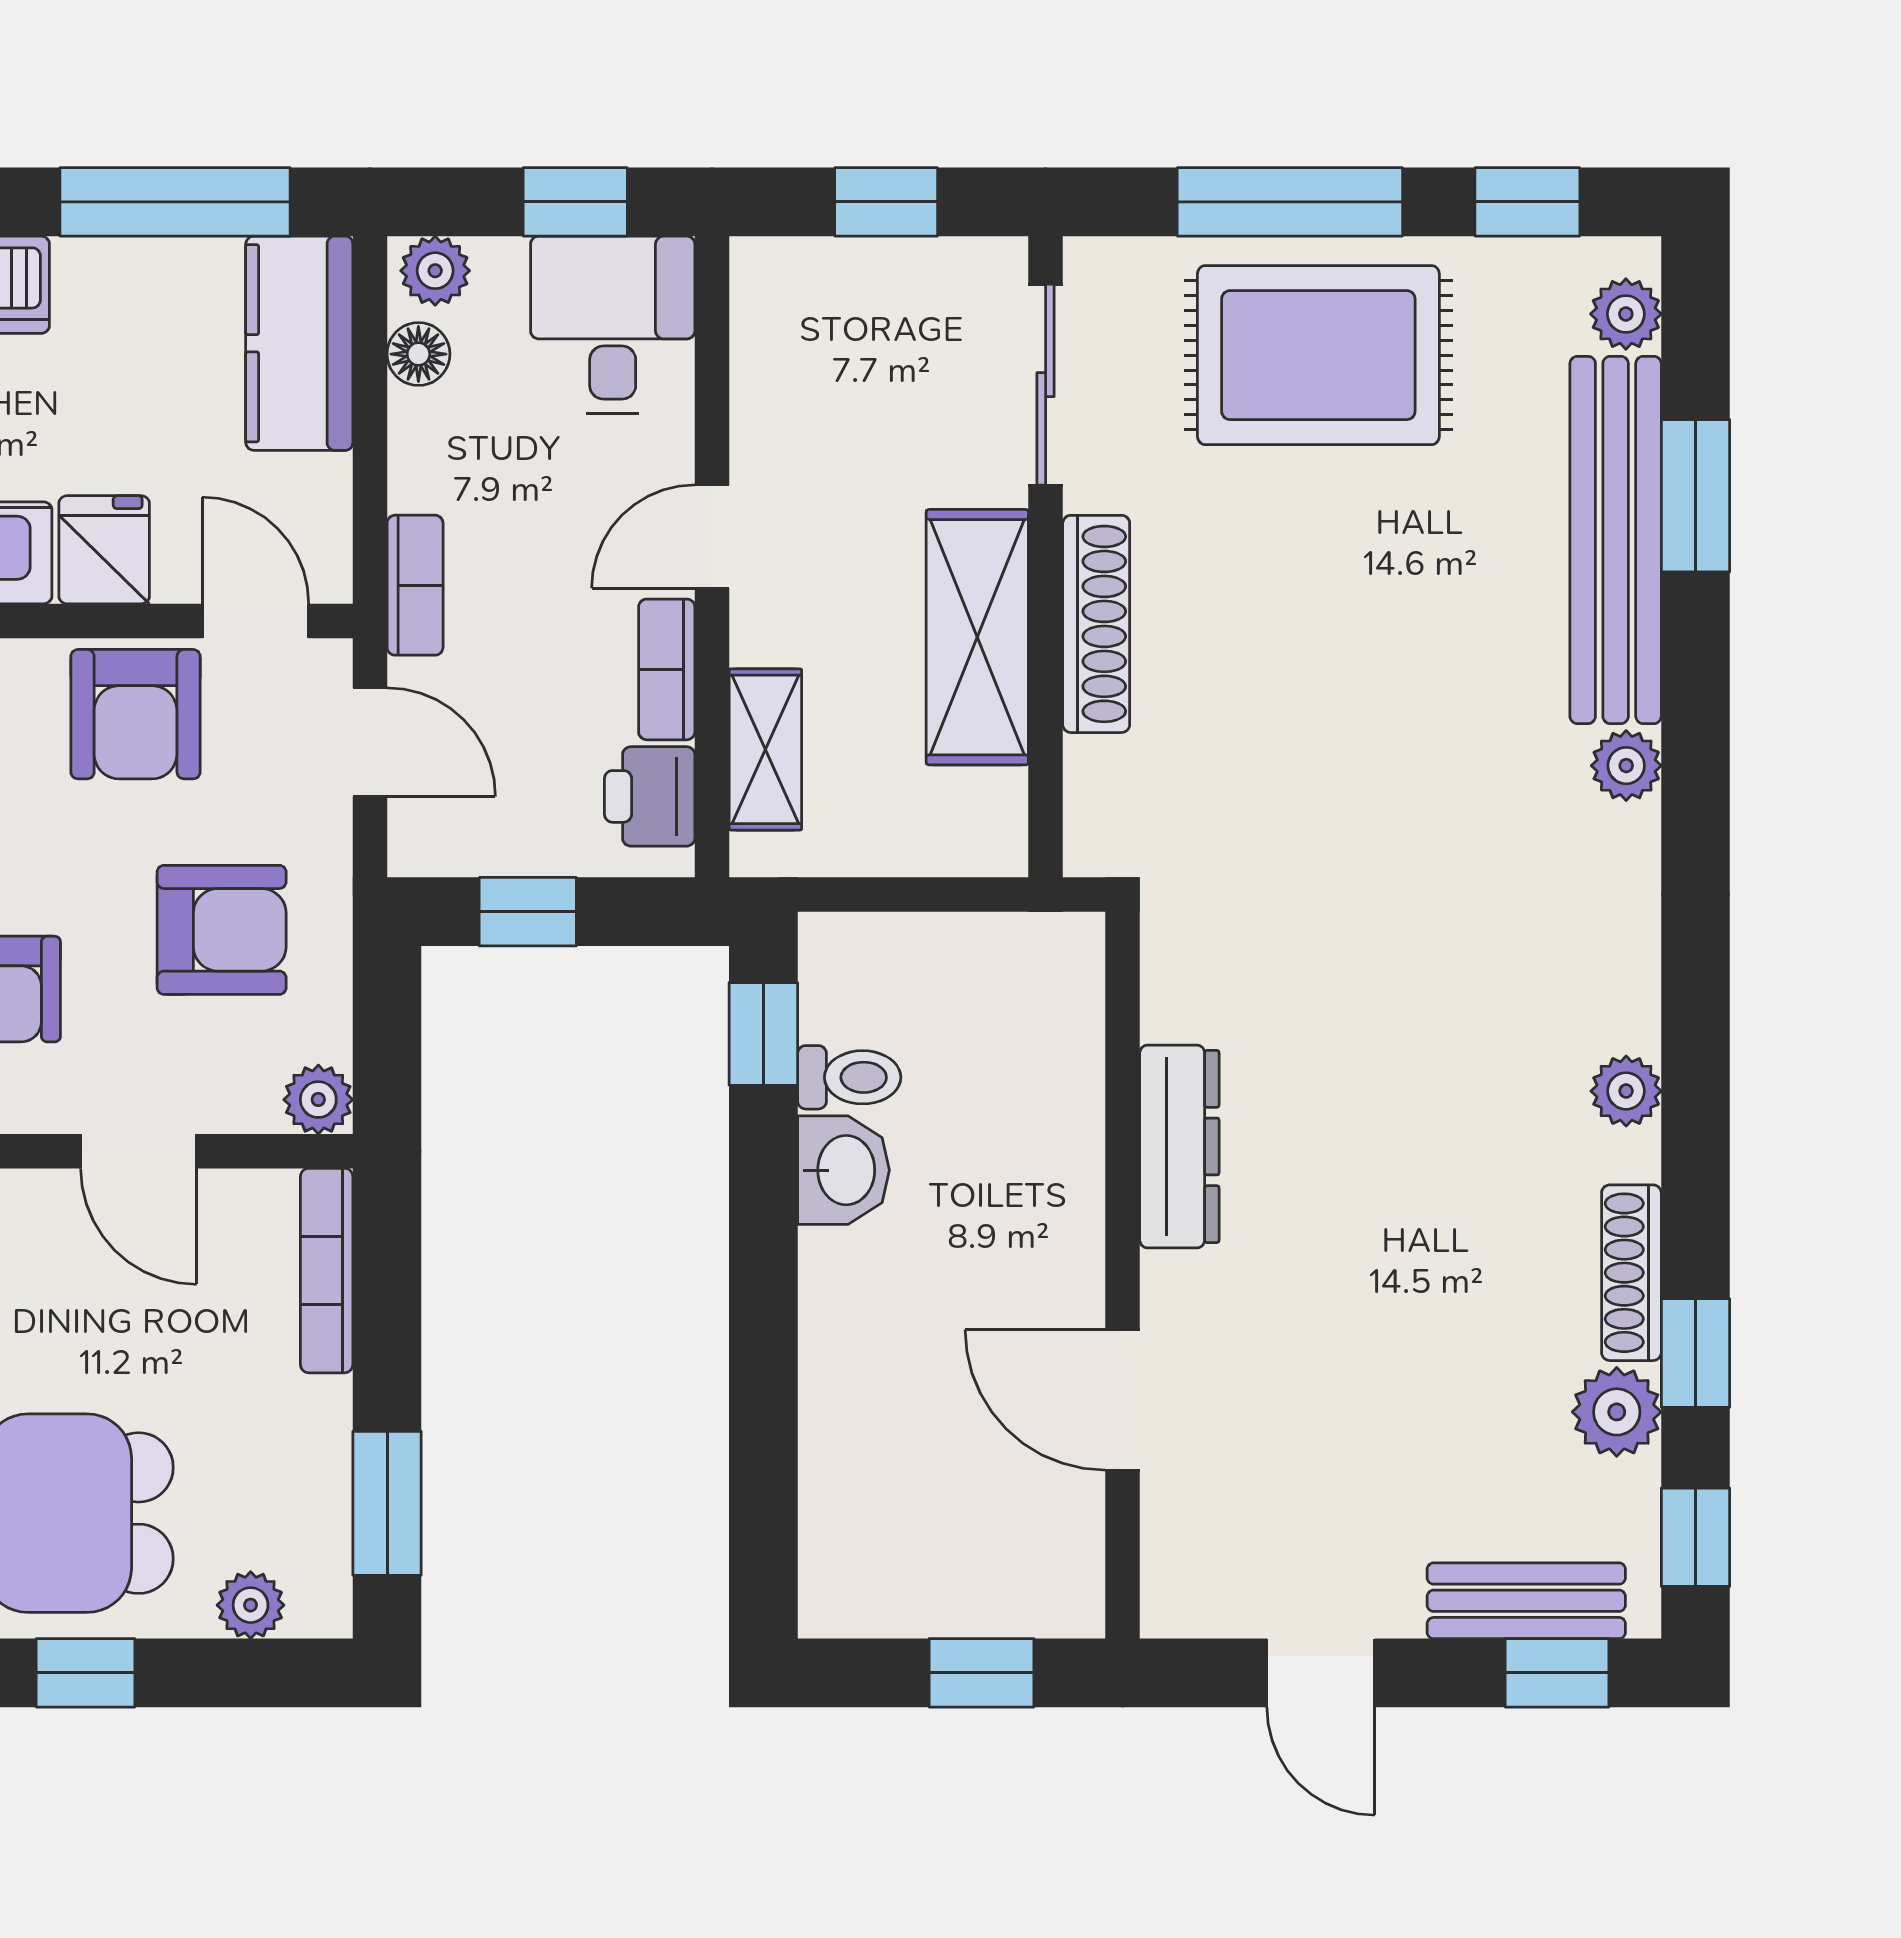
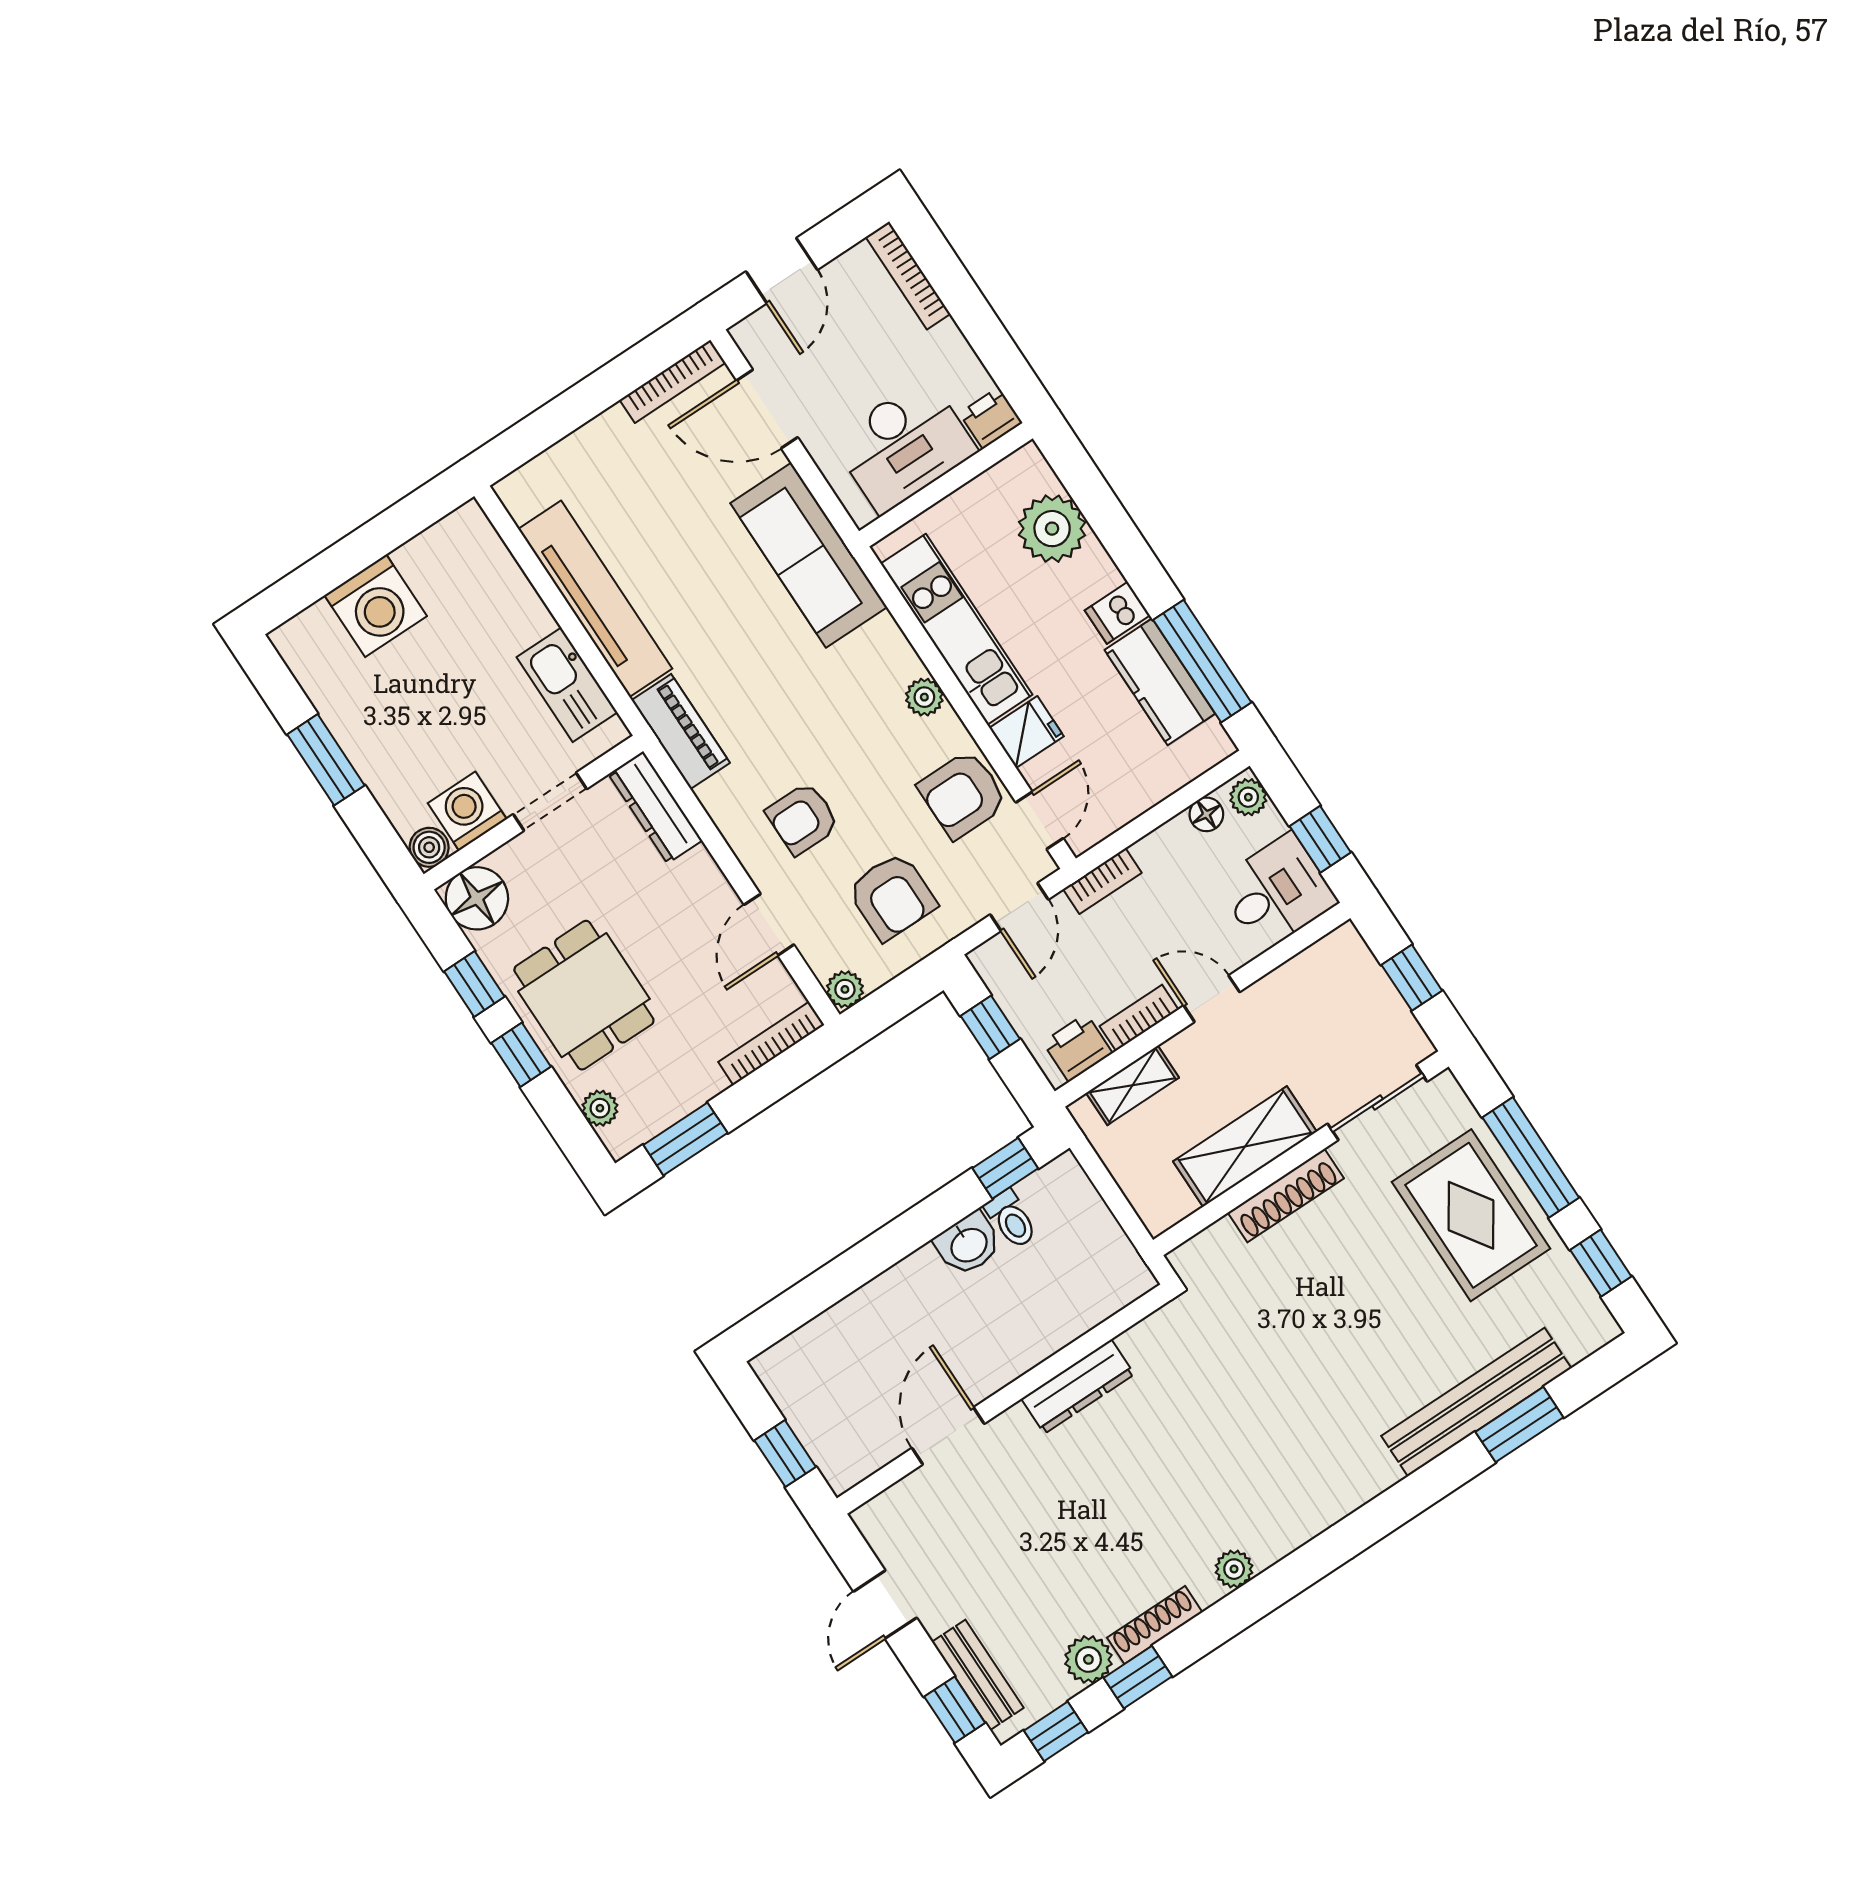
plant: (1626, 314) -> (1580, 1340), removed
kitchen counter: (299, 343) -> (1160, 682), moved, turned -90
plant: (1626, 766) -> (1379, 1473), removed

